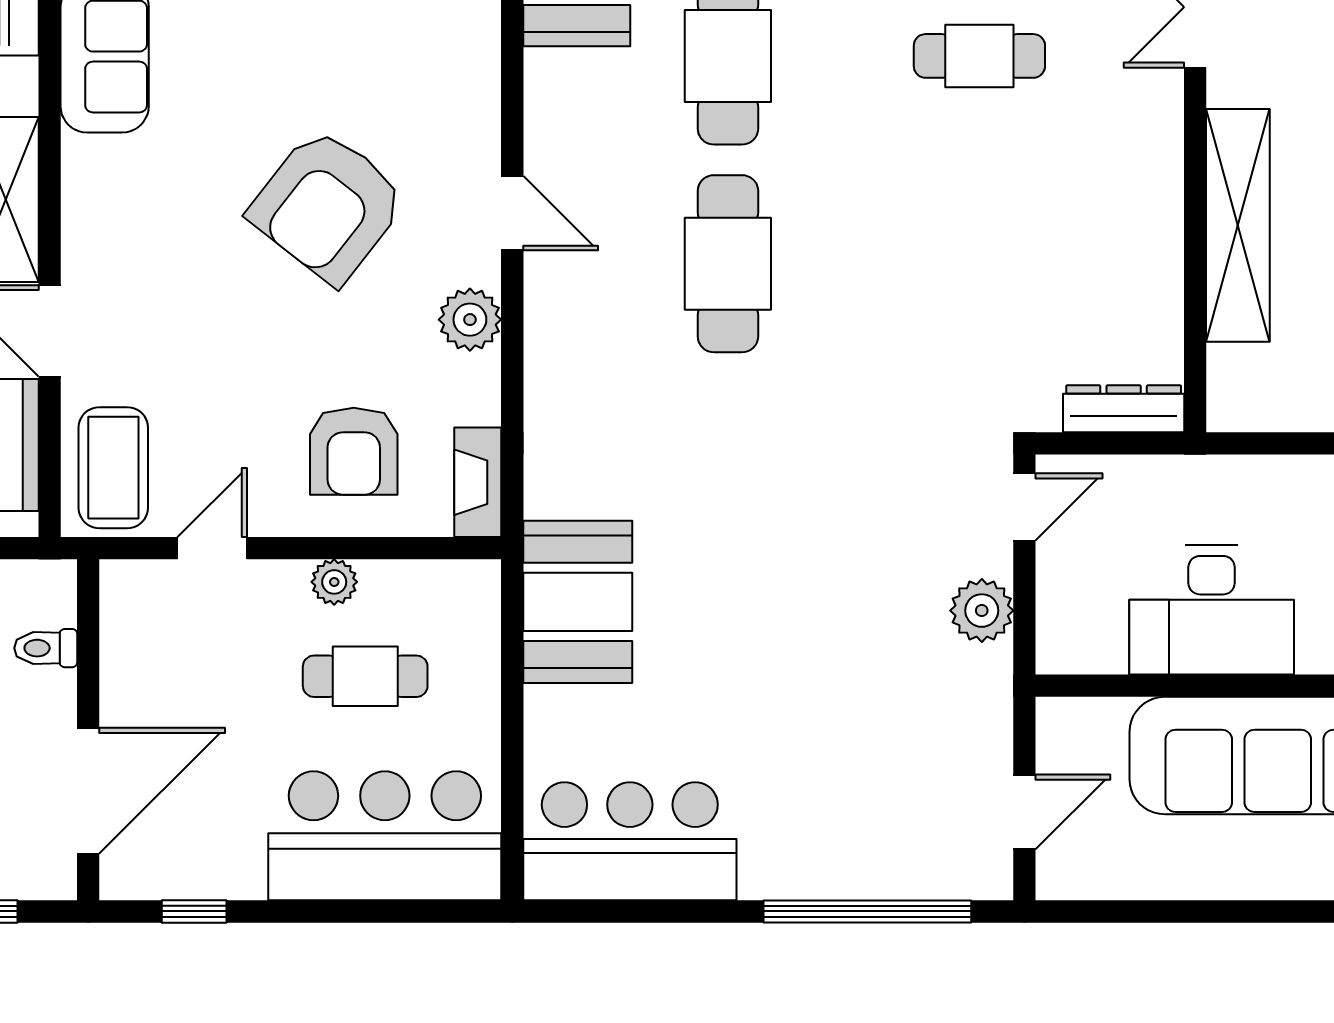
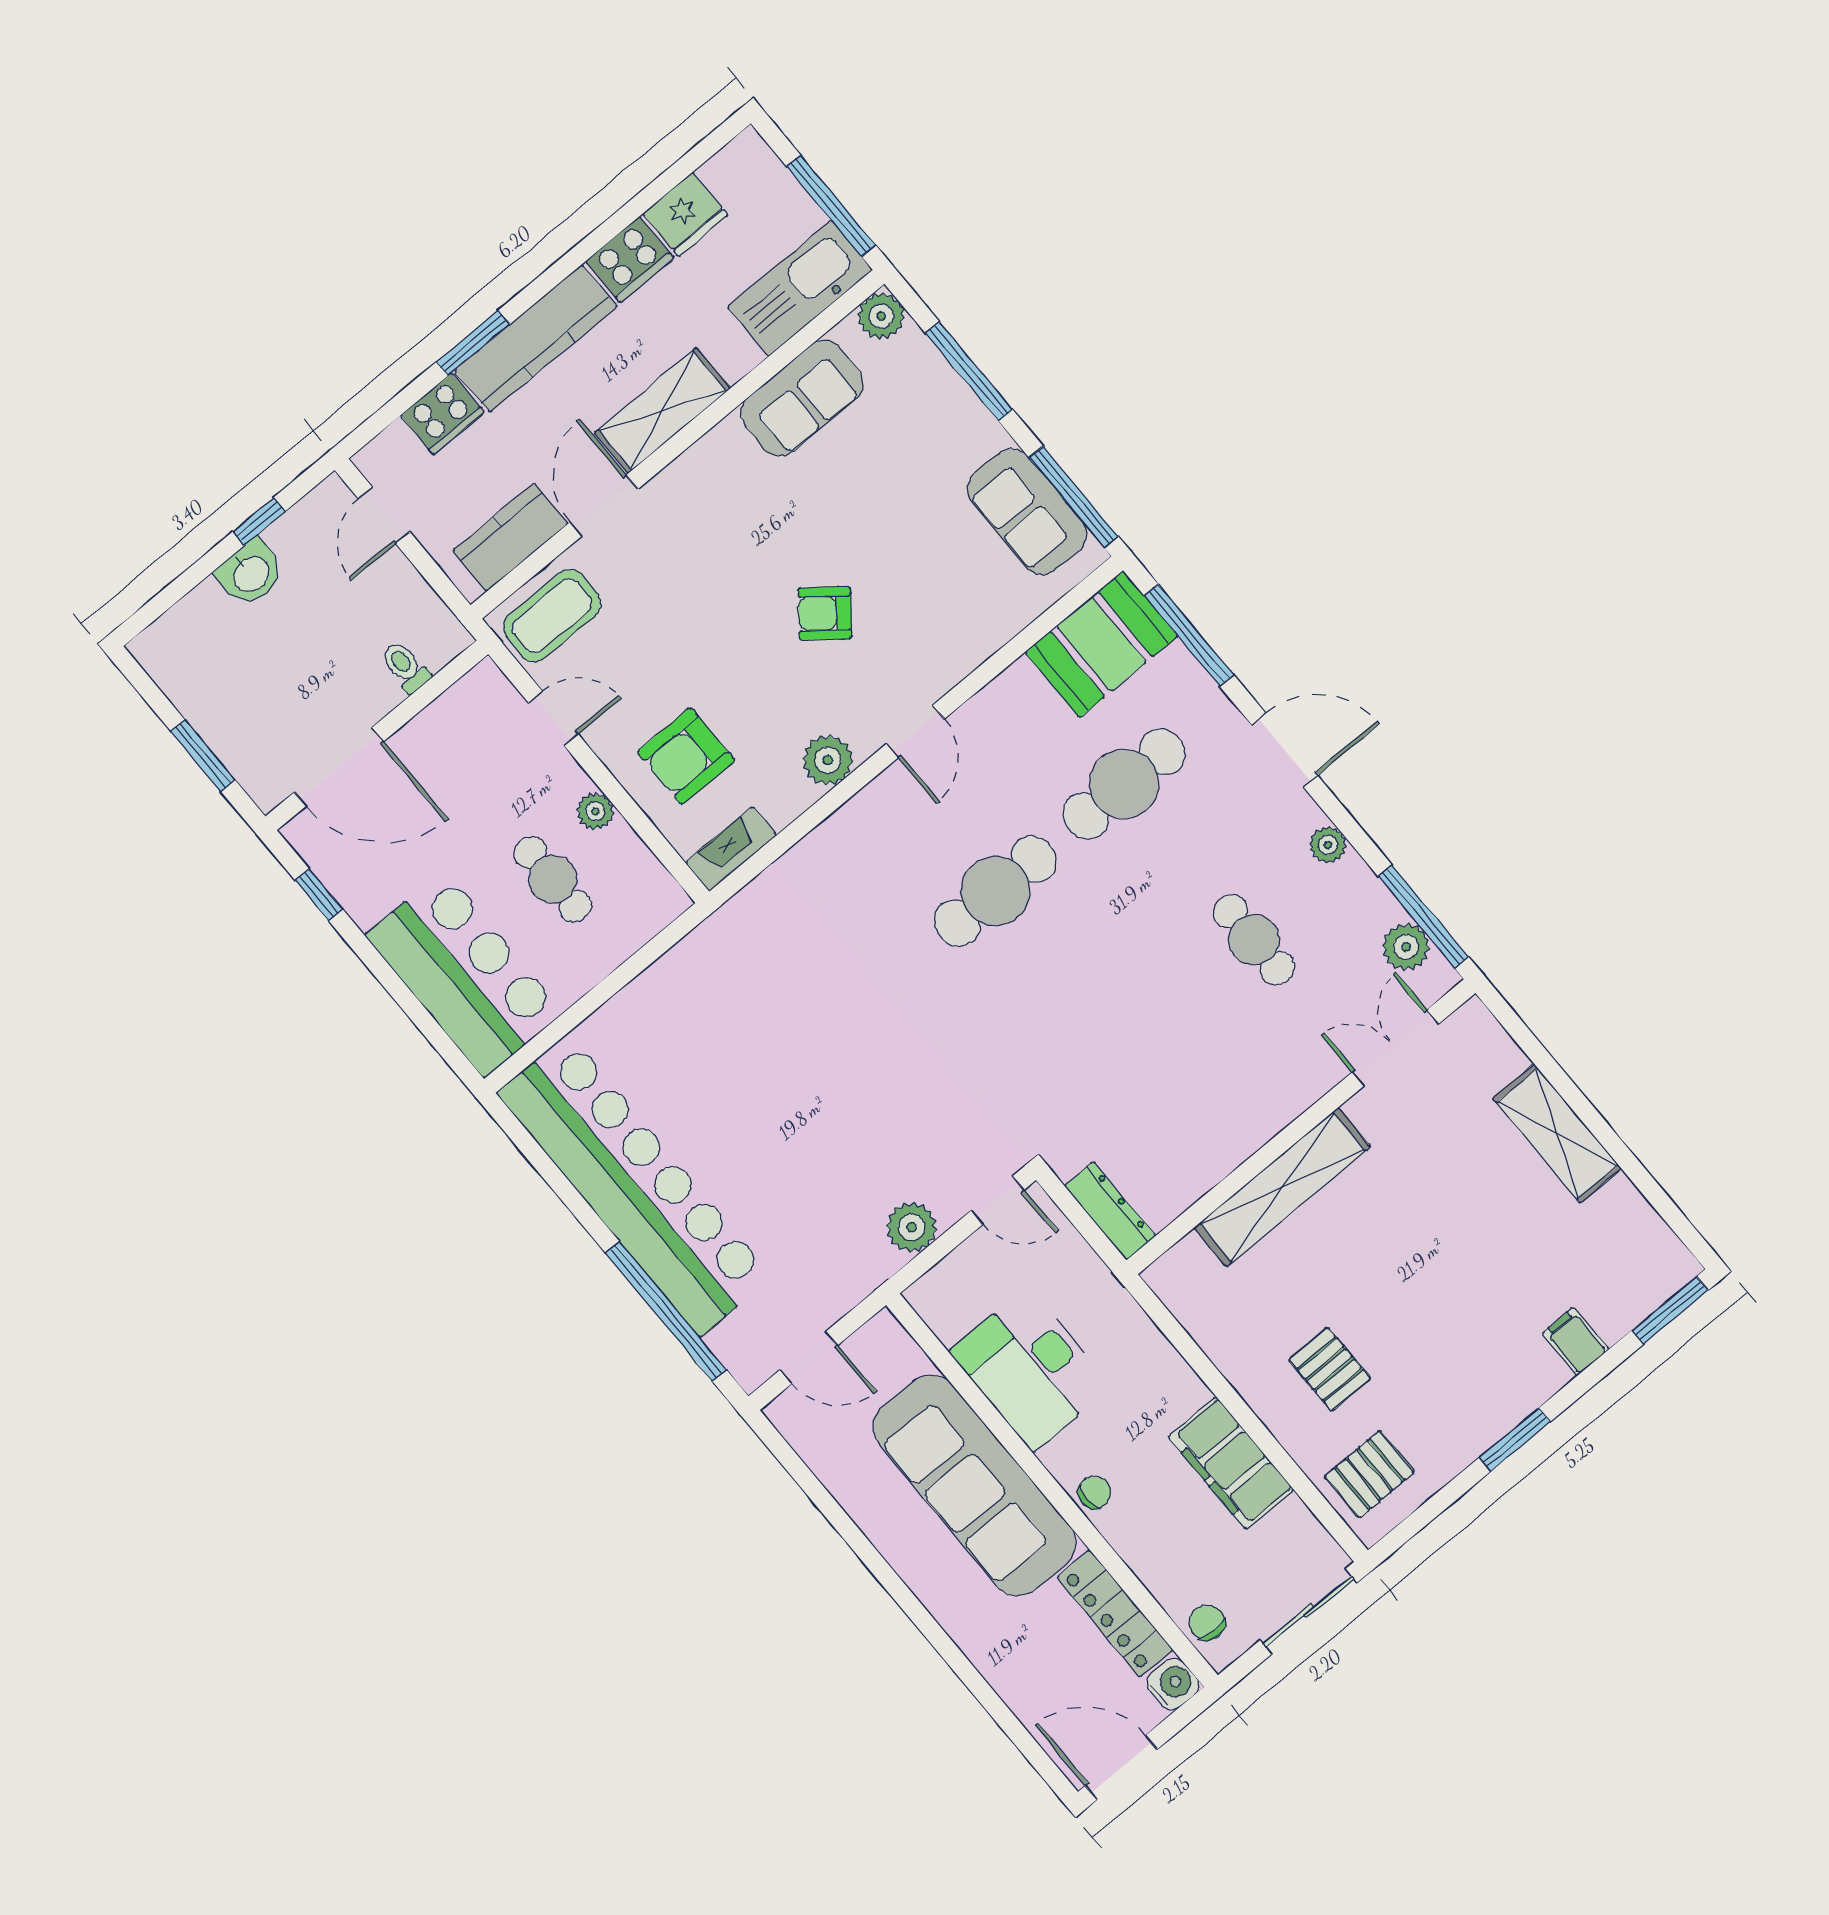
armchair: (328, 206) -> (825, 613), width x0.53, depth x0.53
booth: (578, 602) -> (708, 972), removed
bar counter: (630, 841) -> (634, 1185), width x1.86

